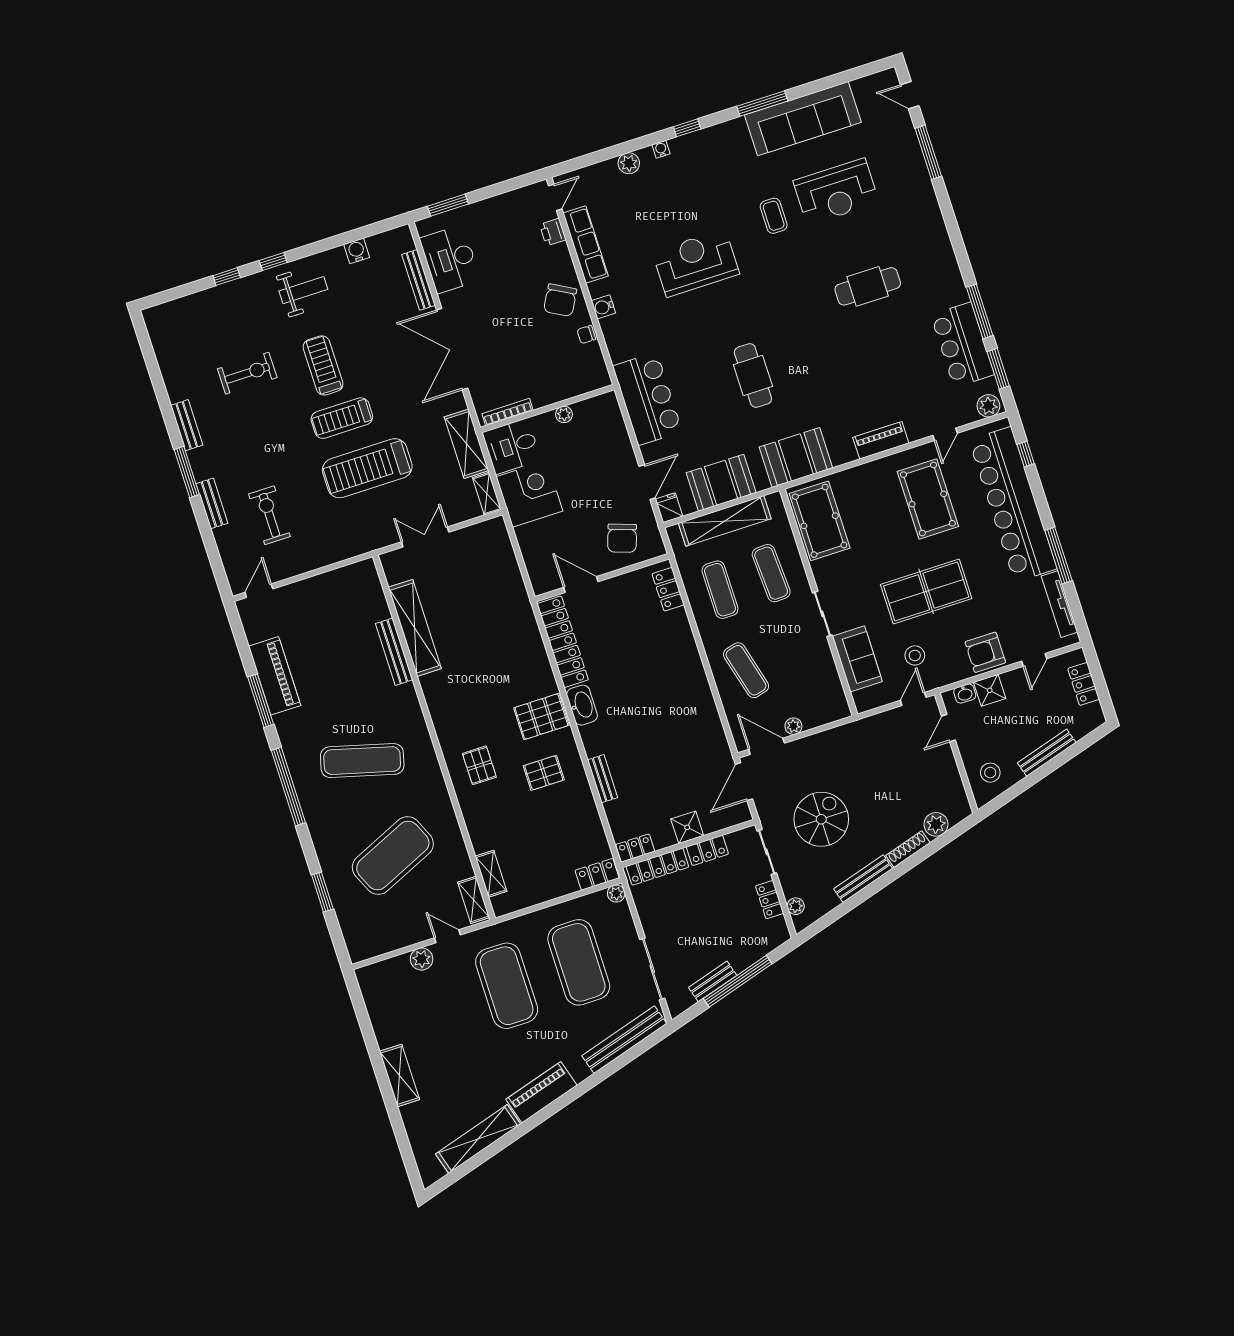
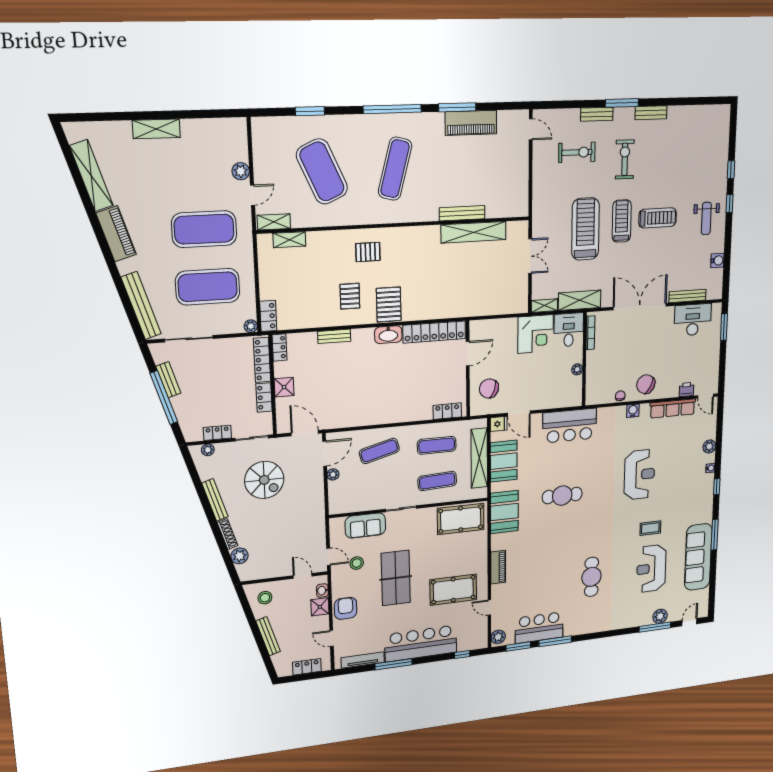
plant: (909, 149) -> (660, 616), added
exercise bike: (247, 373) -> (625, 159), moved, turned 180
bar counter: (1013, 504) -> (421, 643), width x0.73

